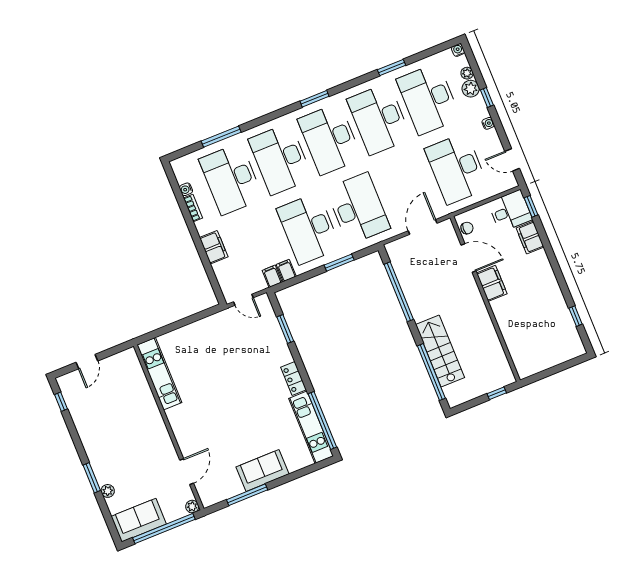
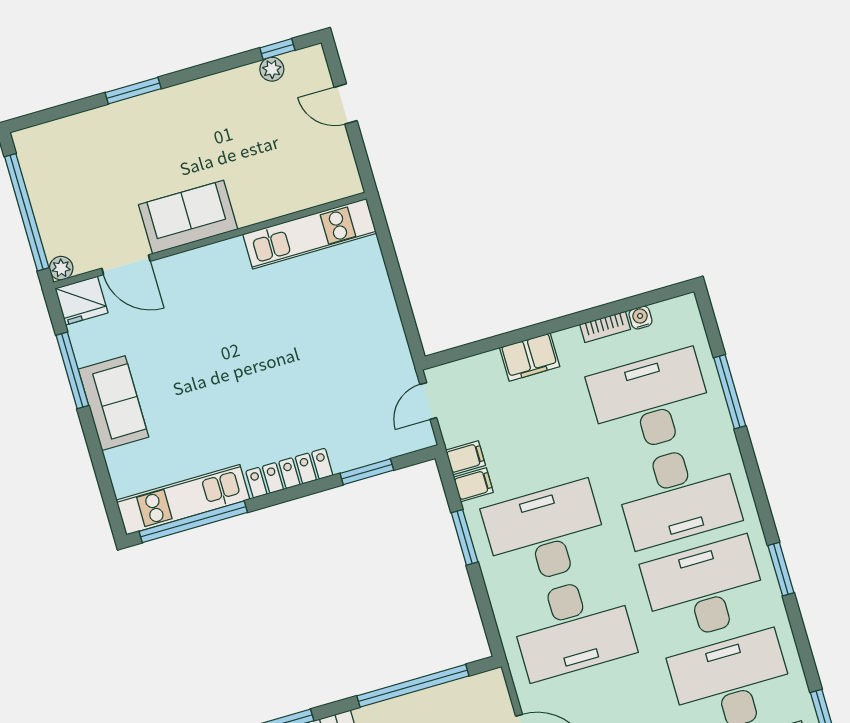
desk: (280, 159) -> (678, 496), turned 180
window: (339, 263) -> (465, 537), moved
locker: (294, 379) -> (289, 473), width x1.53
plant: (108, 491) -> (272, 69), moved
fridge: (209, 494) -> (81, 301), added
sofa: (139, 520) -> (188, 217), moved, turned -90

